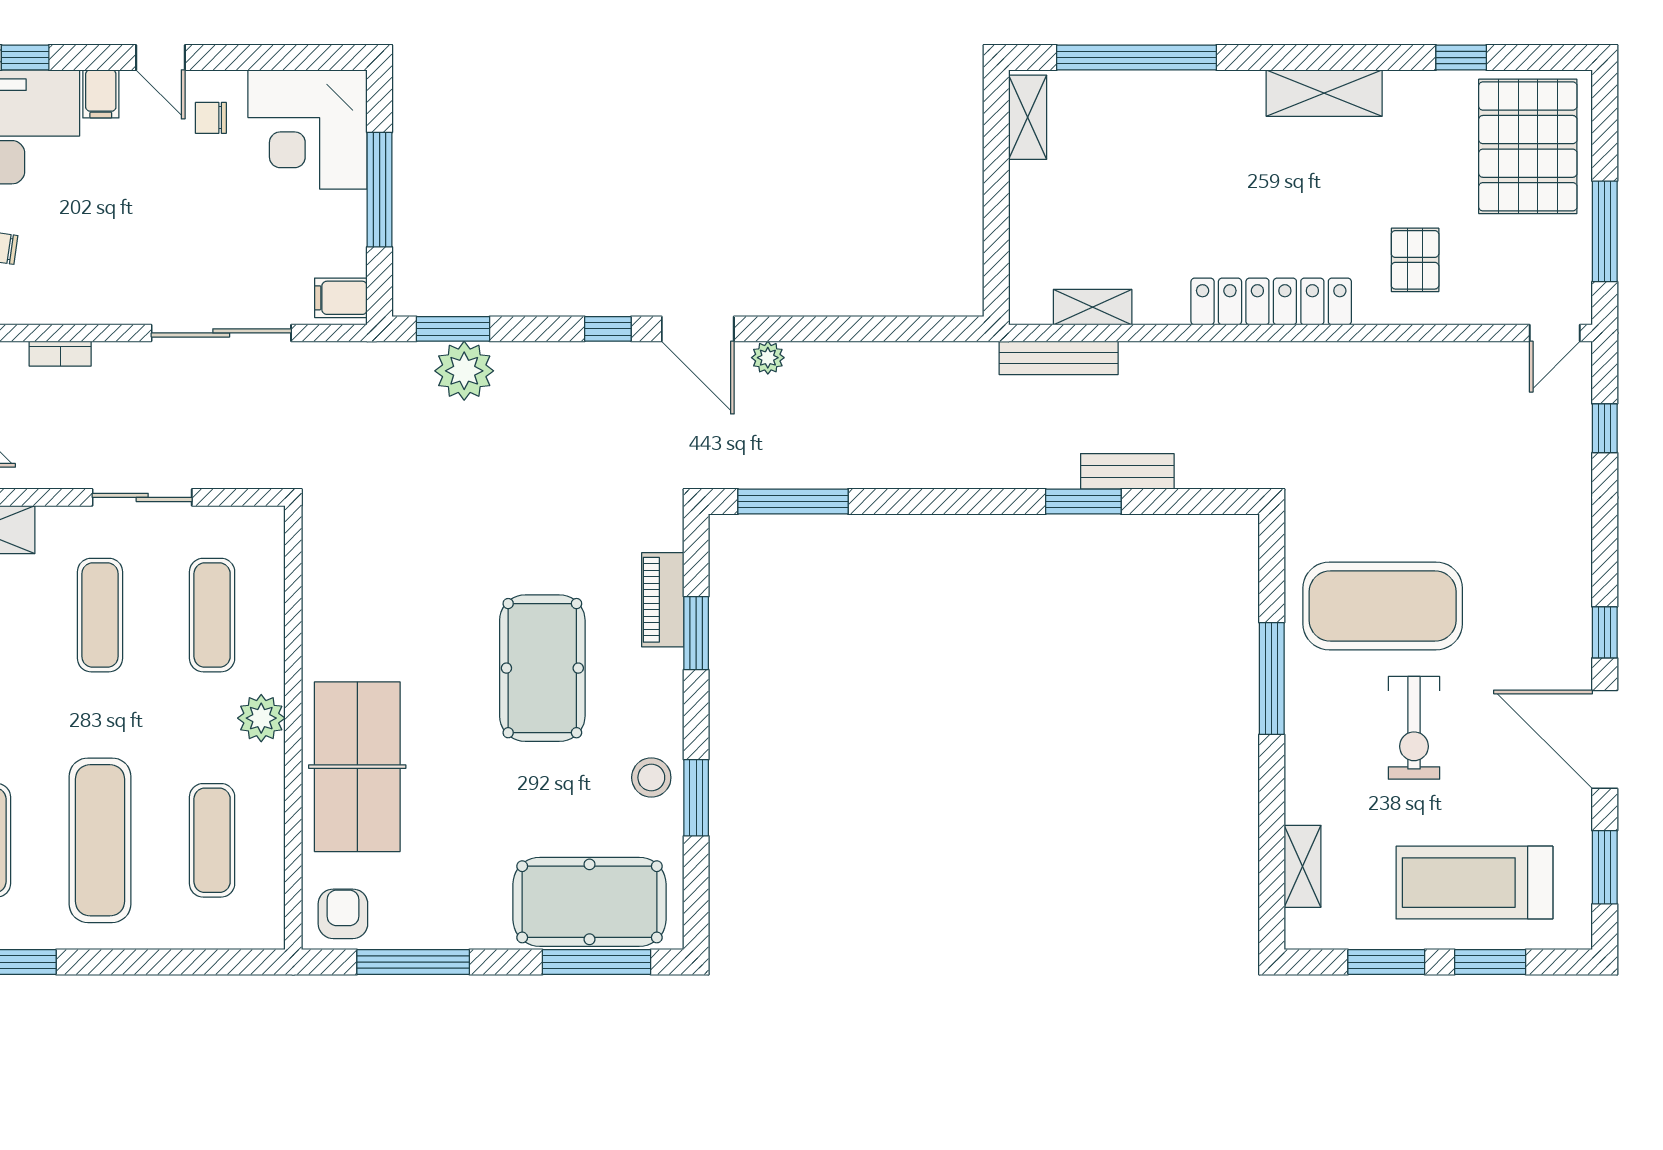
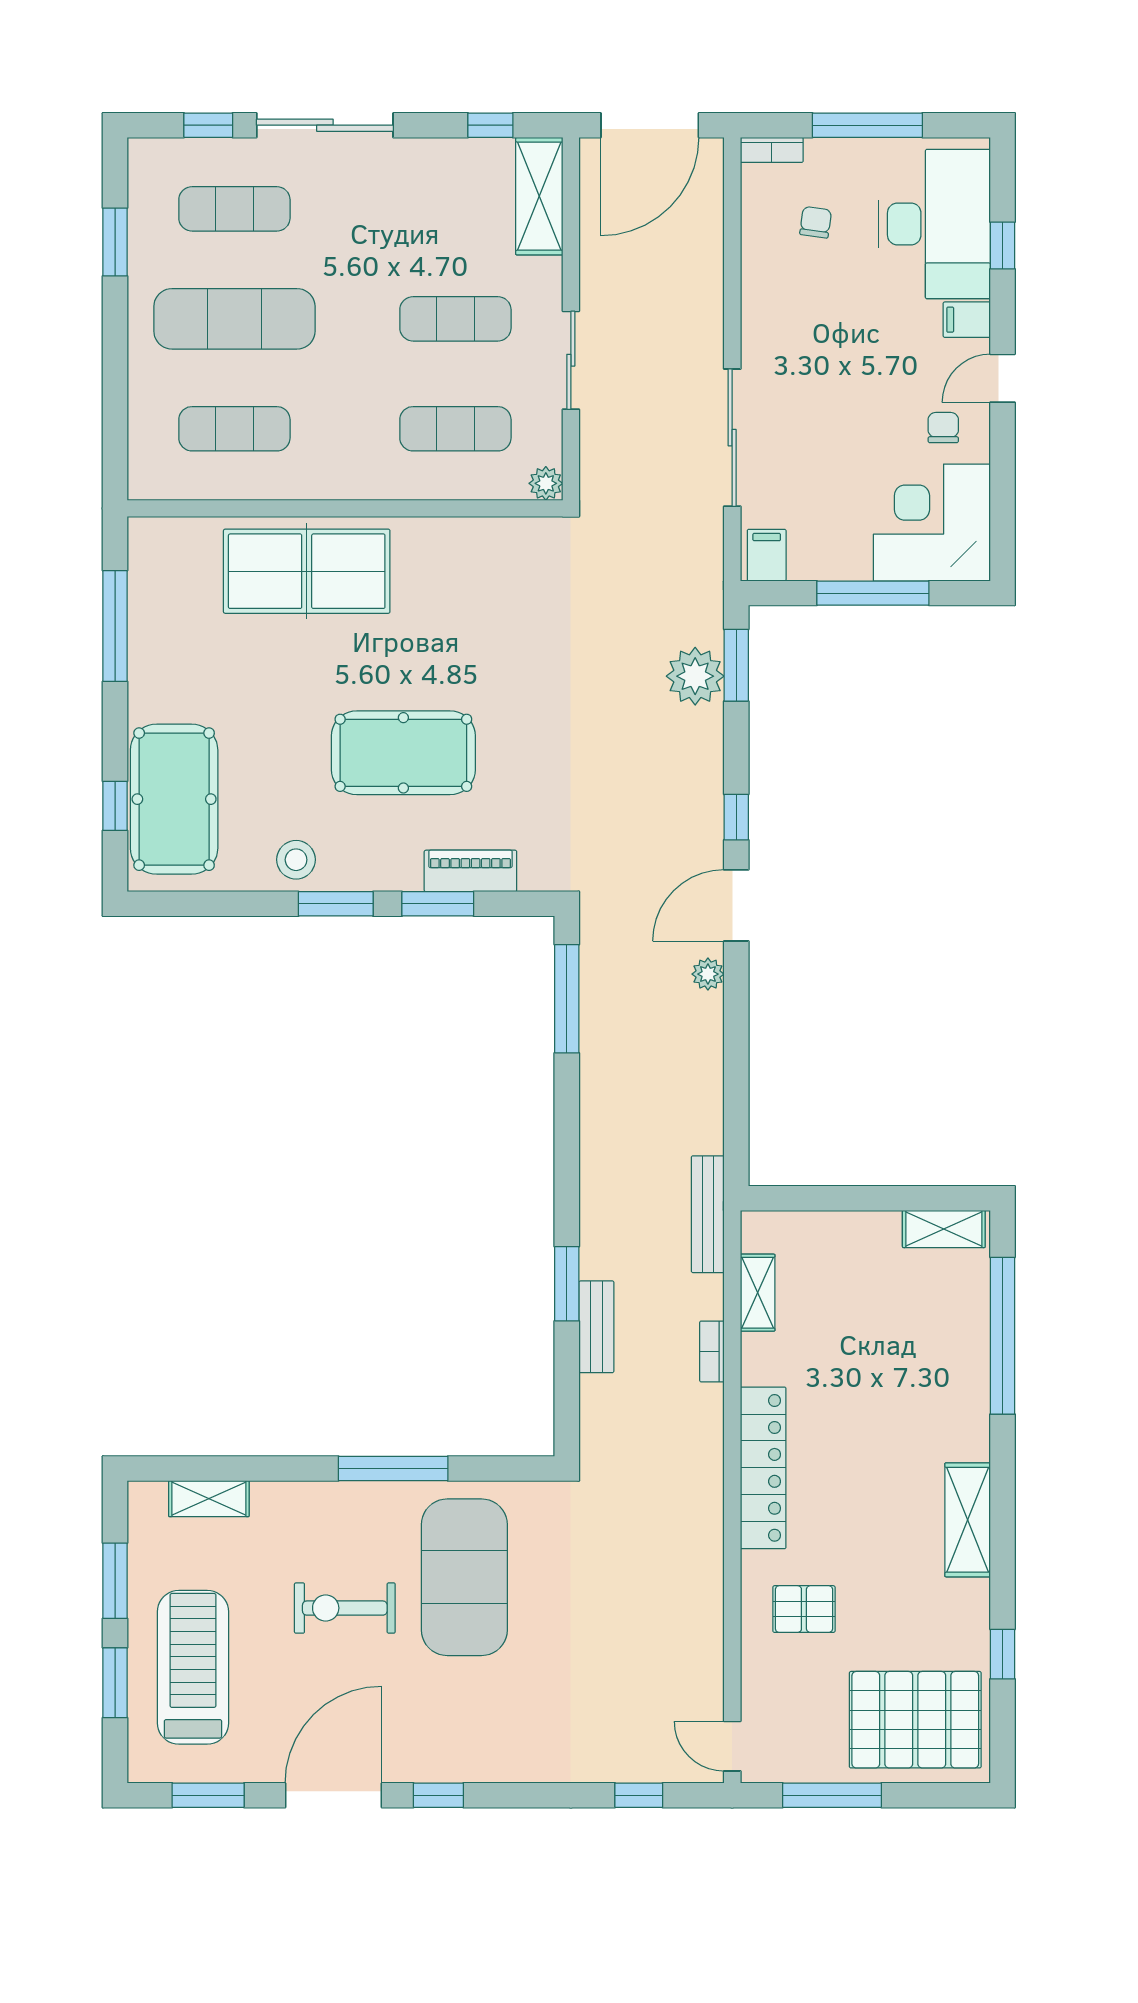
bookcase: (60, 354) -> (712, 1351), moved
bench: (1059, 358) -> (708, 1214), moved
plant: (261, 718) -> (546, 483), moved, width x0.73, depth x0.73
window: (696, 798) -> (336, 904), moved
armchair: (343, 914) -> (162, 557), removed
window: (597, 962) -> (115, 806), width x0.46

